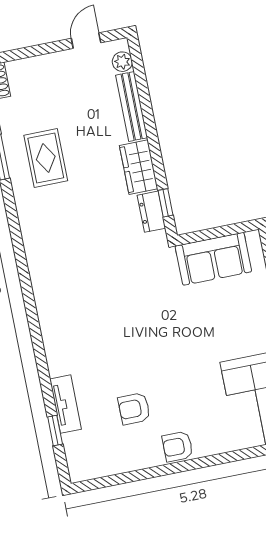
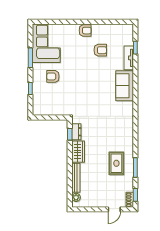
door: (86, 41) -> (114, 209), moved
sofa: (213, 259) -> (125, 86), moved, turned -90
armchair: (230, 327) -> (53, 76), added

